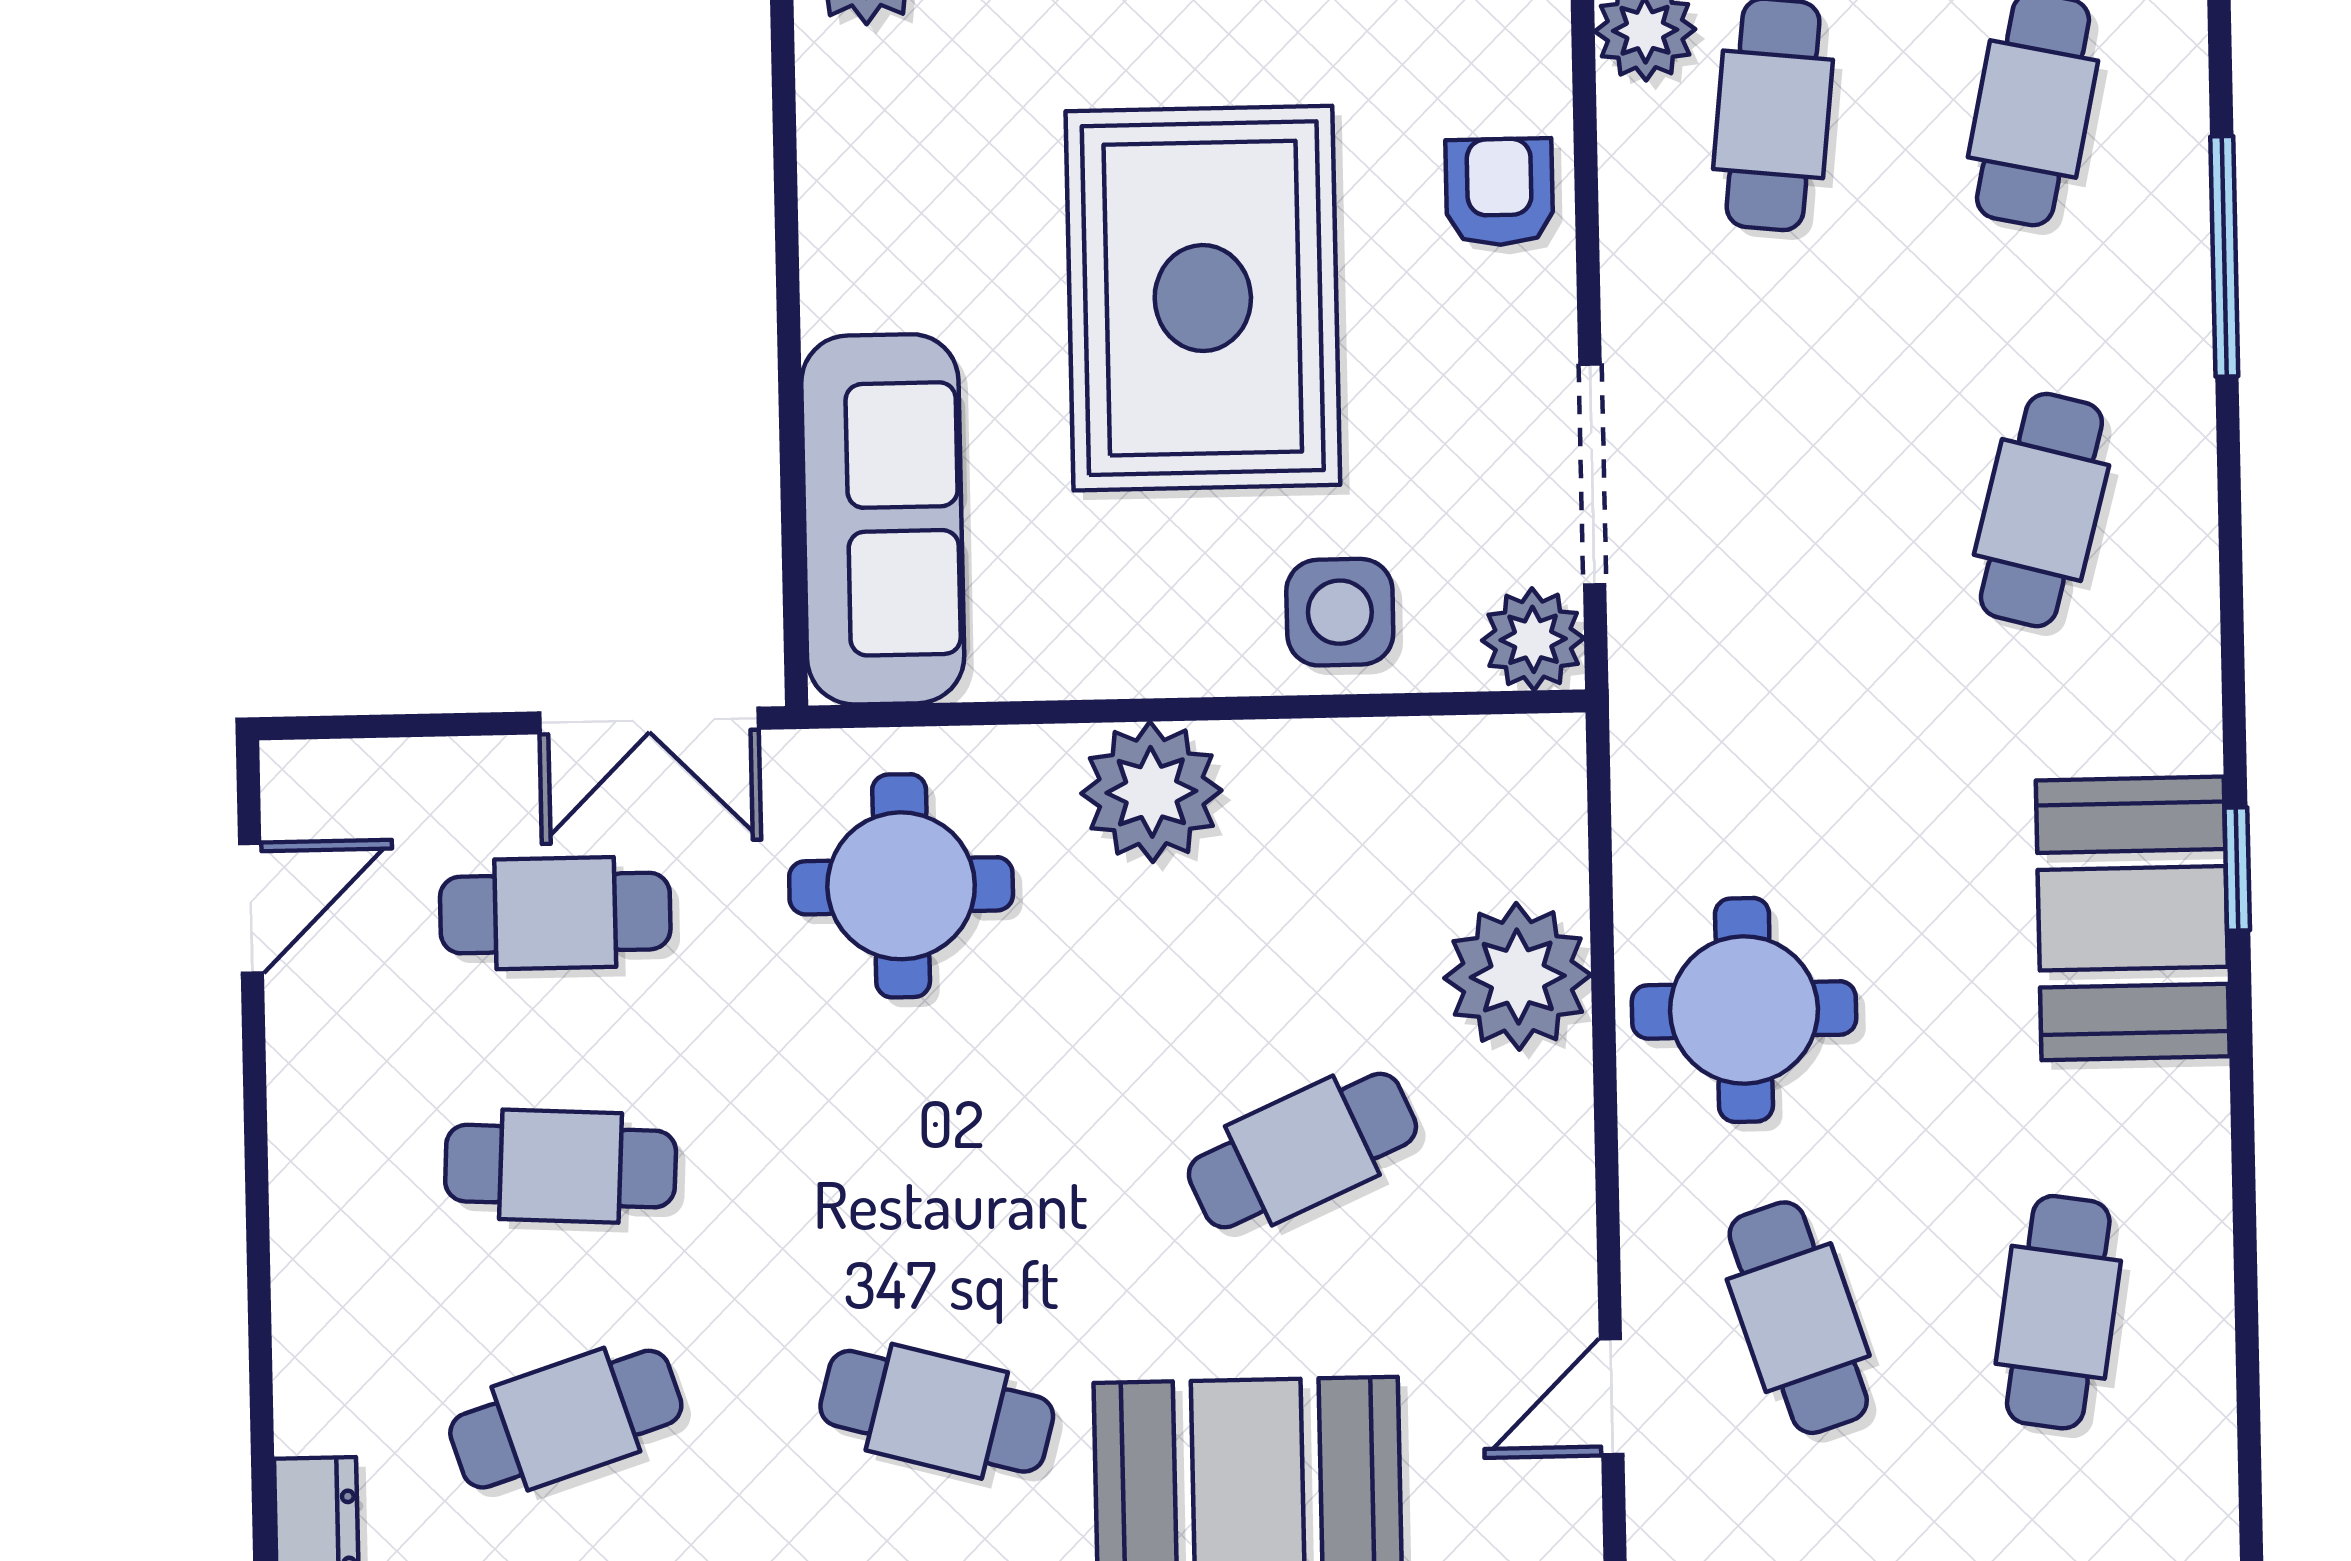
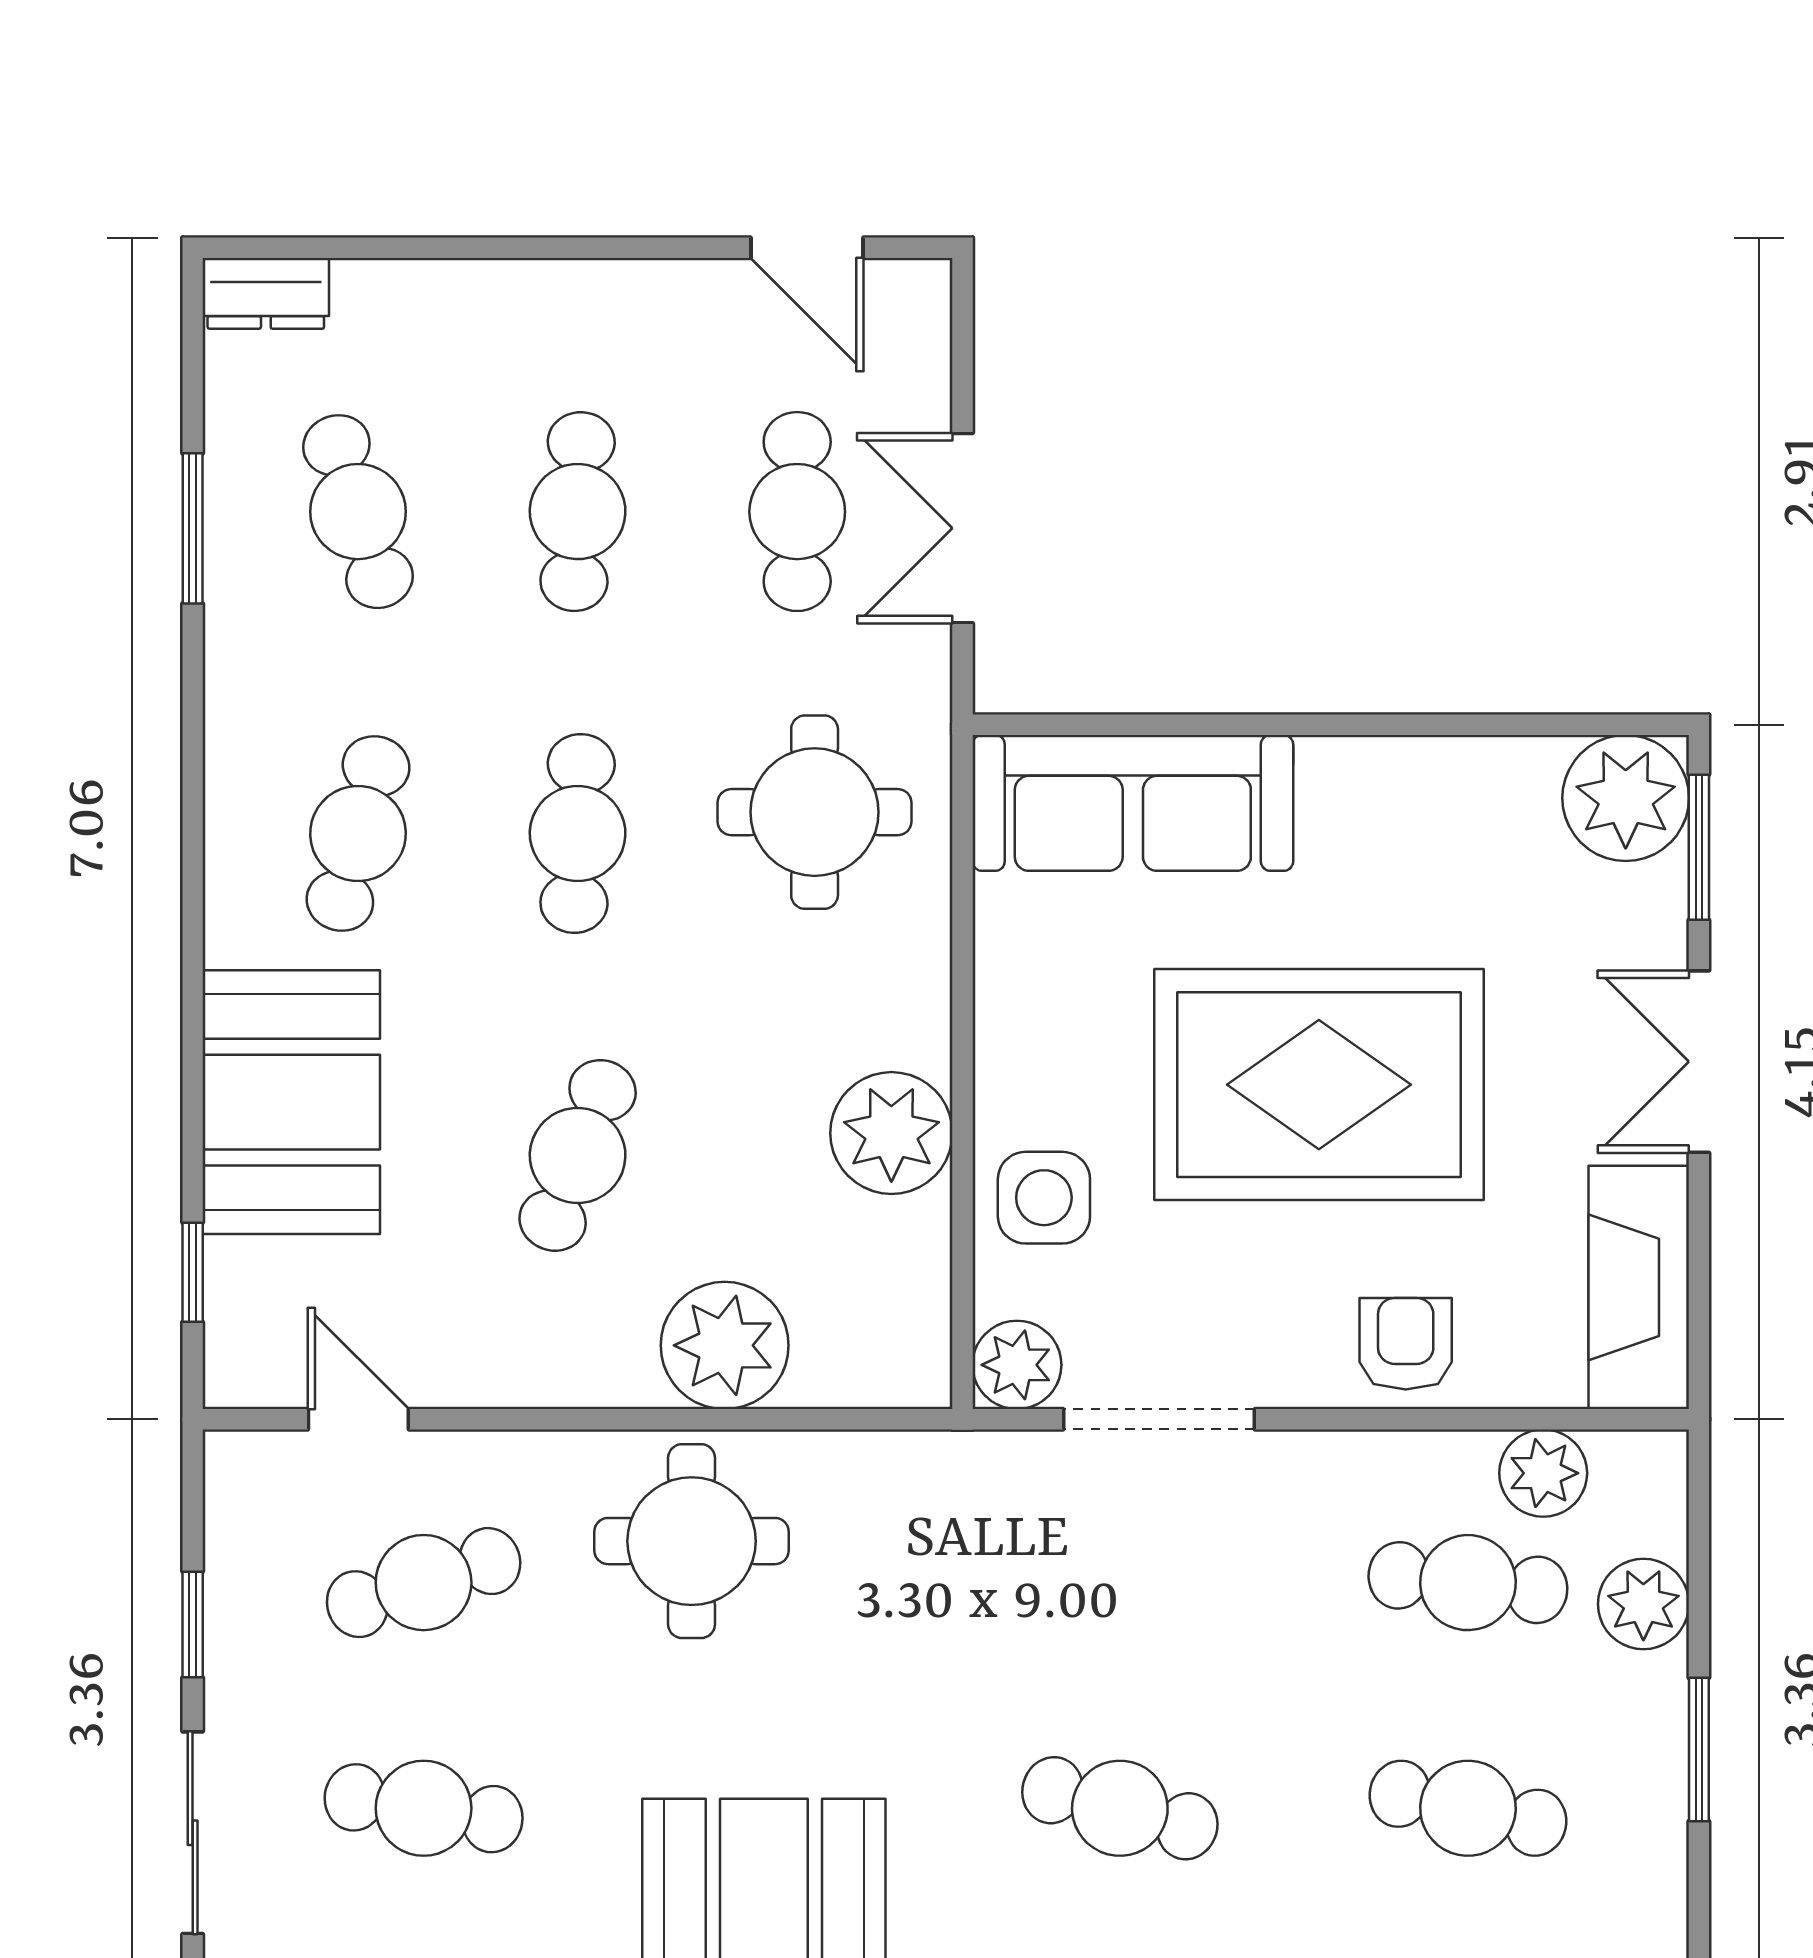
armchair: (1499, 192) -> (1406, 1344), turned -90
double door: (649, 721) -> (963, 528), moved
plant: (1151, 792) -> (891, 1133), moved
cafe table: (1302, 1151) -> (578, 1155), turned 45
cafe table: (931, 1158) -> (578, 834), added

